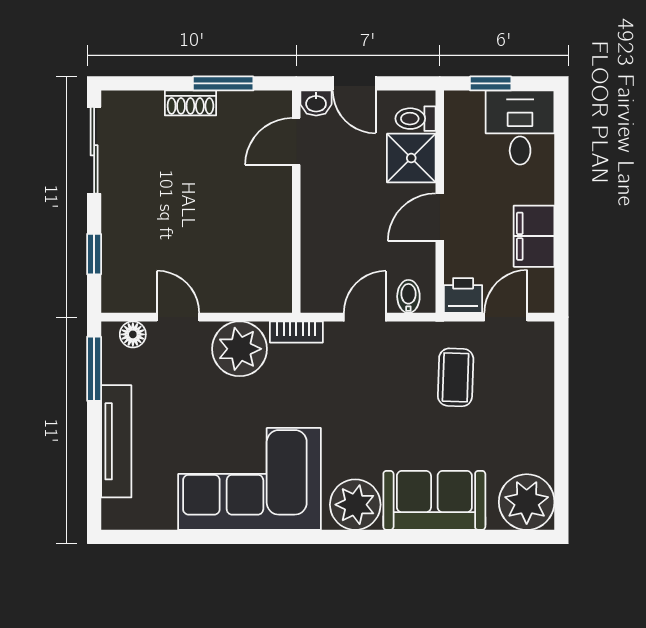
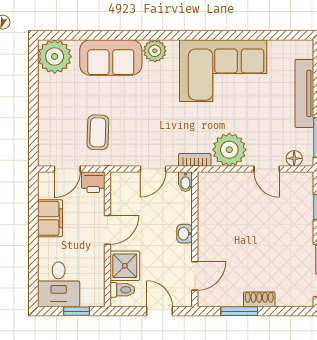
washbasin: (316, 103) -> (185, 234), moved, turned -90
bidet: (408, 296) -> (185, 182), moved
plant: (355, 505) -> (155, 51), width x0.73, depth x0.73

